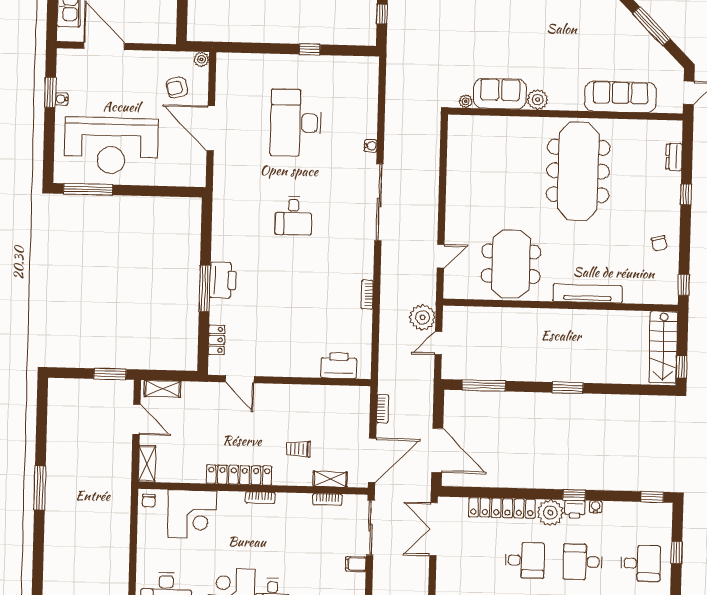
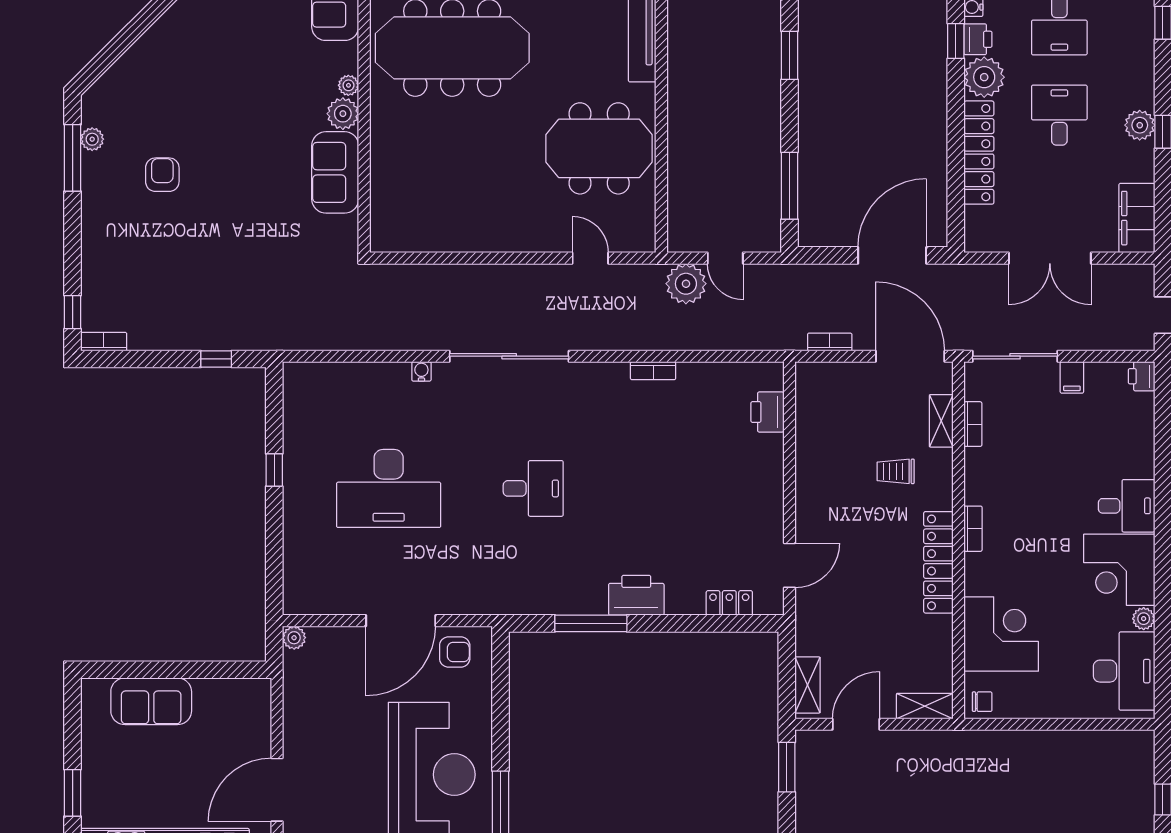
armchair: (177, 88) -> (455, 652), moved, turned -75
plant: (466, 101) -> (348, 85), moved
window: (205, 288) -> (591, 623), moved
printer: (339, 366) -> (767, 412), width x0.73, depth x0.84
trolley: (298, 449) -> (896, 471), turned 90
double door: (433, 529) -> (1050, 258), moved

